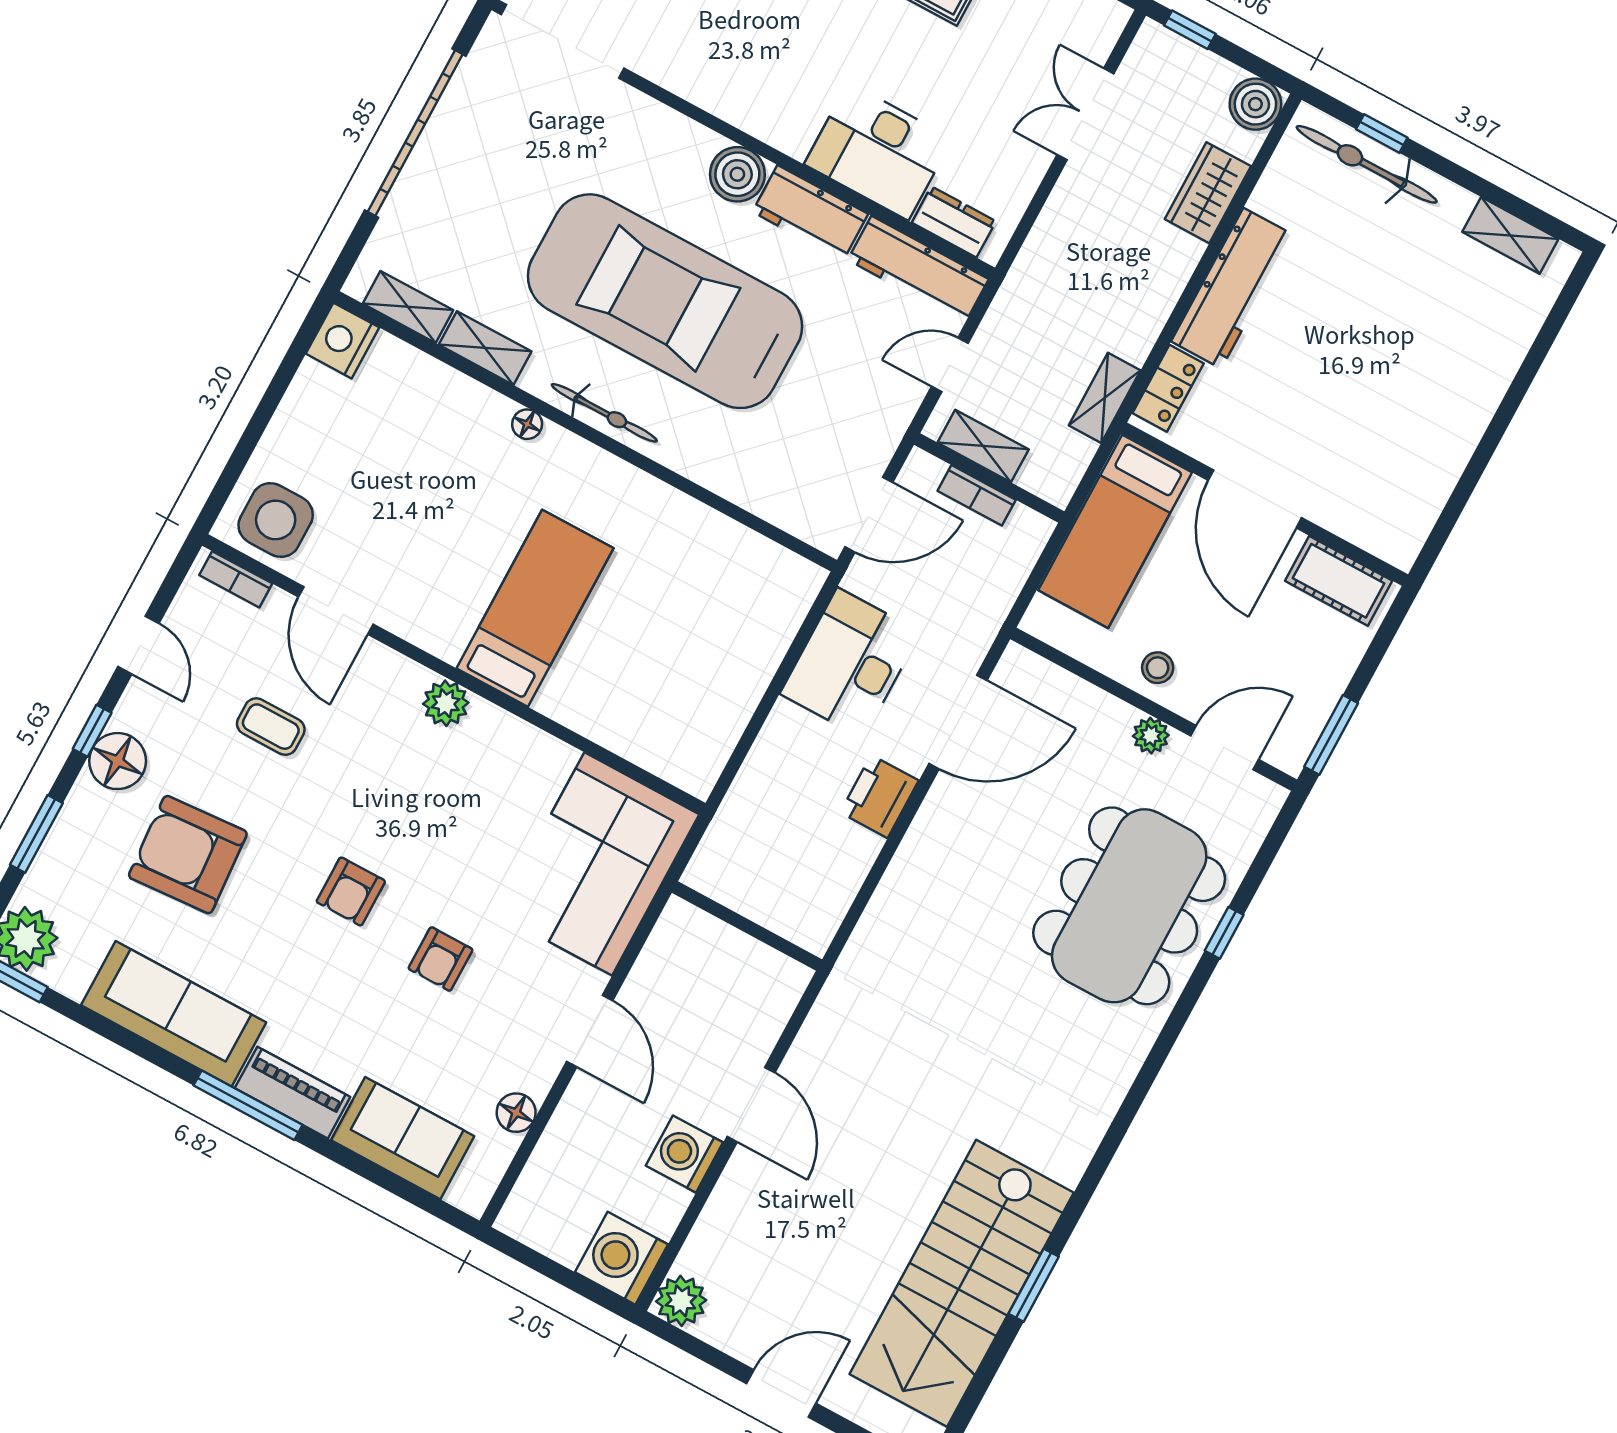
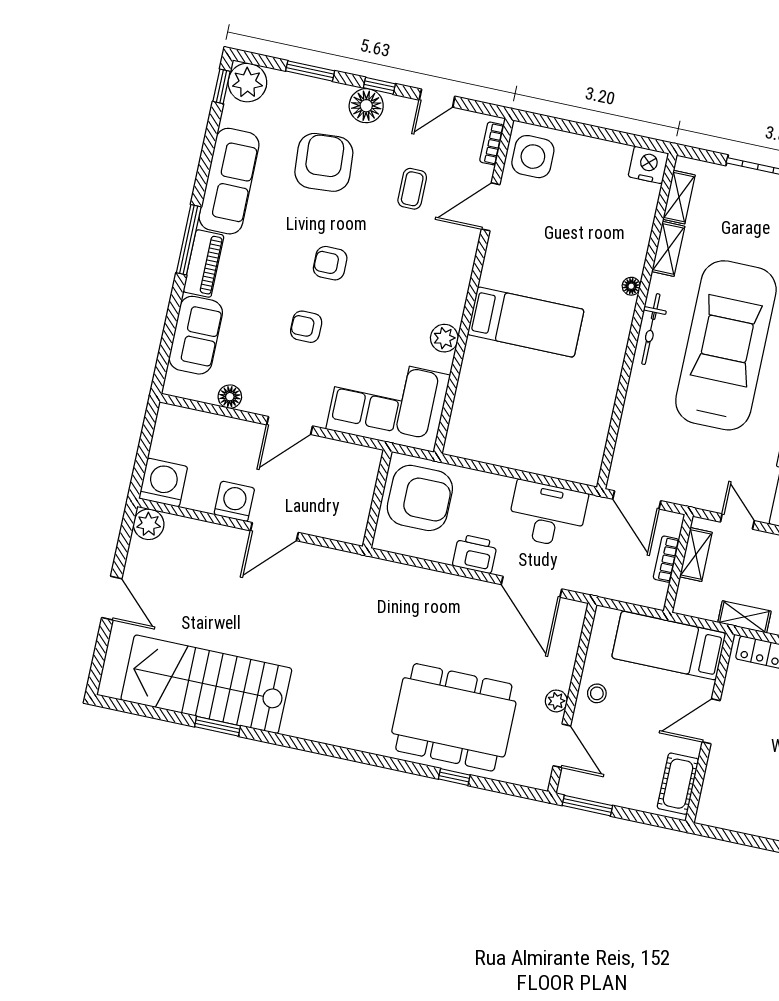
door: (1255, 499) -> (711, 721), width x0.73
plant: (446, 703) -> (444, 338), moved
armchair: (765, 858) -> (420, 498), added

